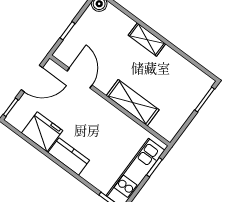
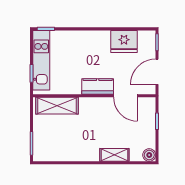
shelving: (147, 40) -> (114, 155), moved
shelving: (133, 103) -> (57, 106), moved
kitchen counter: (69, 156) -> (98, 87), moved, turned 180

